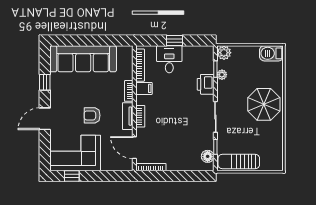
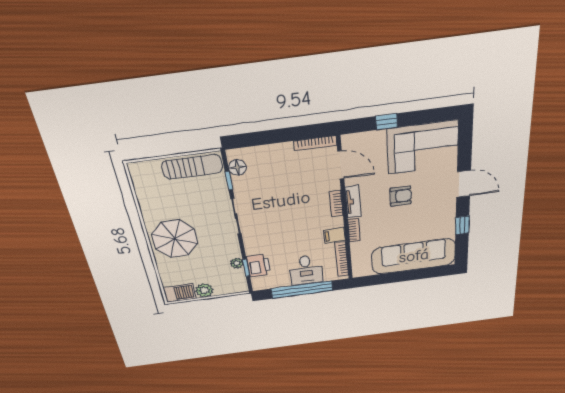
window: (175, 41) -> (302, 290), width x3.17
plant: (224, 53) -> (204, 290), moved
printer: (206, 84) -> (258, 265), moved
door: (45, 119) -> (464, 184), hinge flipped
window: (72, 176) -> (386, 122), moved

